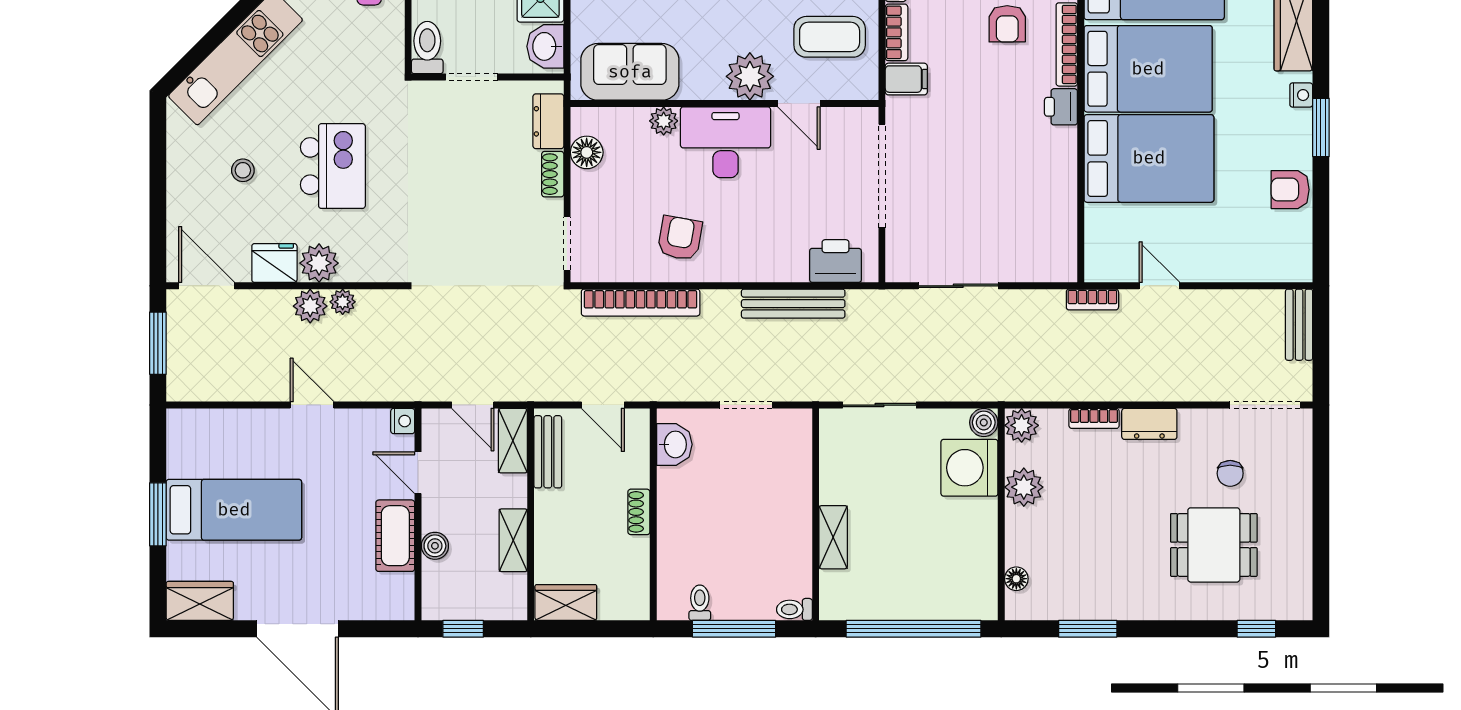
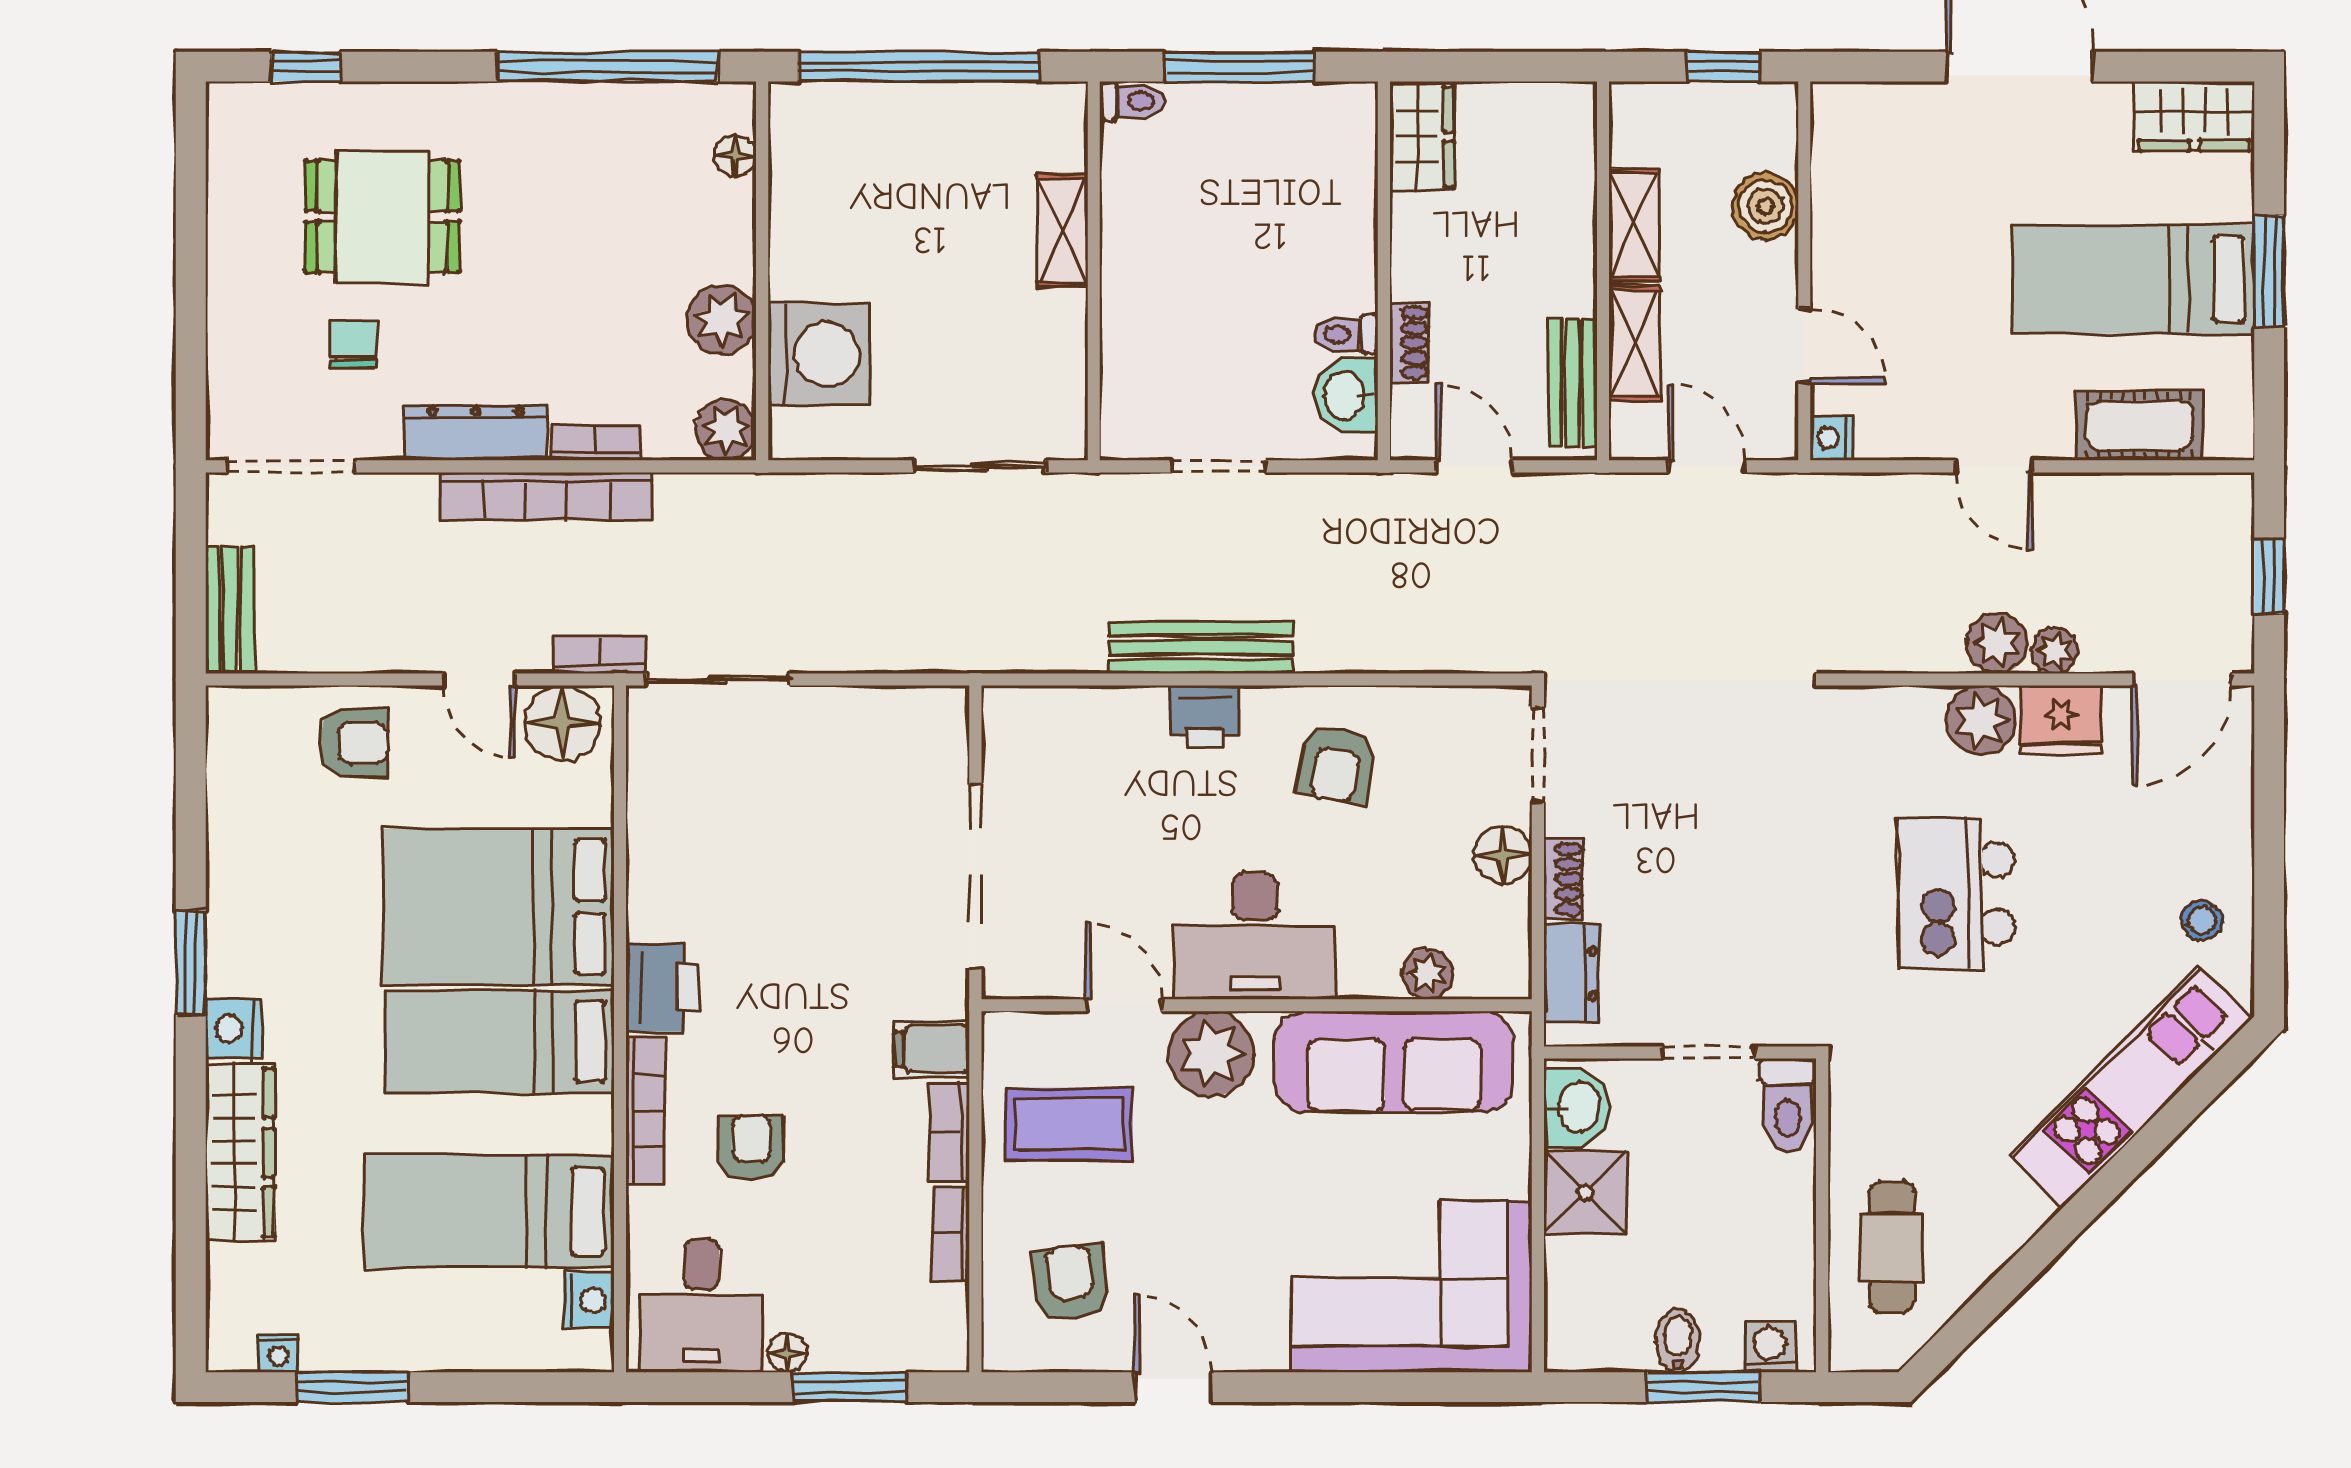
bed: (1148, 69) -> (500, 1042), width x0.67
sofa: (630, 72) -> (1394, 1062), width x1.36
nightstand: (1301, 95) -> (233, 1029), width x1.39, depth x1.35
printer: (1061, 107) -> (662, 988), width x1.36, depth x1.24
plant: (664, 121) -> (1427, 974), moved
floor lamp: (587, 152) -> (1503, 855), moved
stool: (243, 170) -> (2202, 920), moved
armchair: (1290, 190) -> (354, 743), moved
printer: (835, 261) -> (1205, 716), moved, width x0.73, depth x0.81
floor lamp: (1113, 261) -> (562, 723), added
door: (207, 286) -> (2182, 680), hinge flipped
sliding door: (958, 286) -> (718, 680), moved
plant: (343, 302) -> (2055, 651), moved
bookcase: (641, 303) -> (546, 496), moved, turned 180
bench: (793, 304) -> (1201, 648), moved
window: (158, 343) -> (2269, 577), width x0.67
boiler: (984, 422) -> (793, 435), removed
dresser: (1149, 424) -> (476, 433), width x1.44
shelving: (513, 441) -> (1635, 343), moved
shoe rack: (639, 512) -> (1410, 343), moved
cot: (395, 536) -> (2140, 426), moved, turned 90
boiler: (435, 546) -> (1765, 206), width x1.36, depth x1.36
wardrobe: (566, 603) -> (1422, 137), moved, turned -90
toilet: (700, 603) -> (1346, 334), moved, turned 90
window: (1088, 629) -> (608, 67), width x2.11

